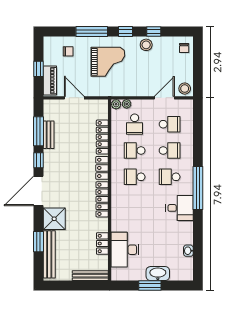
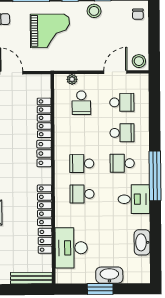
plant: (116, 104) -> (60, 80), removed
school desk: (135, 151) -> (82, 194), moved
locker: (102, 199) -> (45, 205), moved
washbasin: (188, 251) -> (142, 242), width x1.91, depth x1.45

